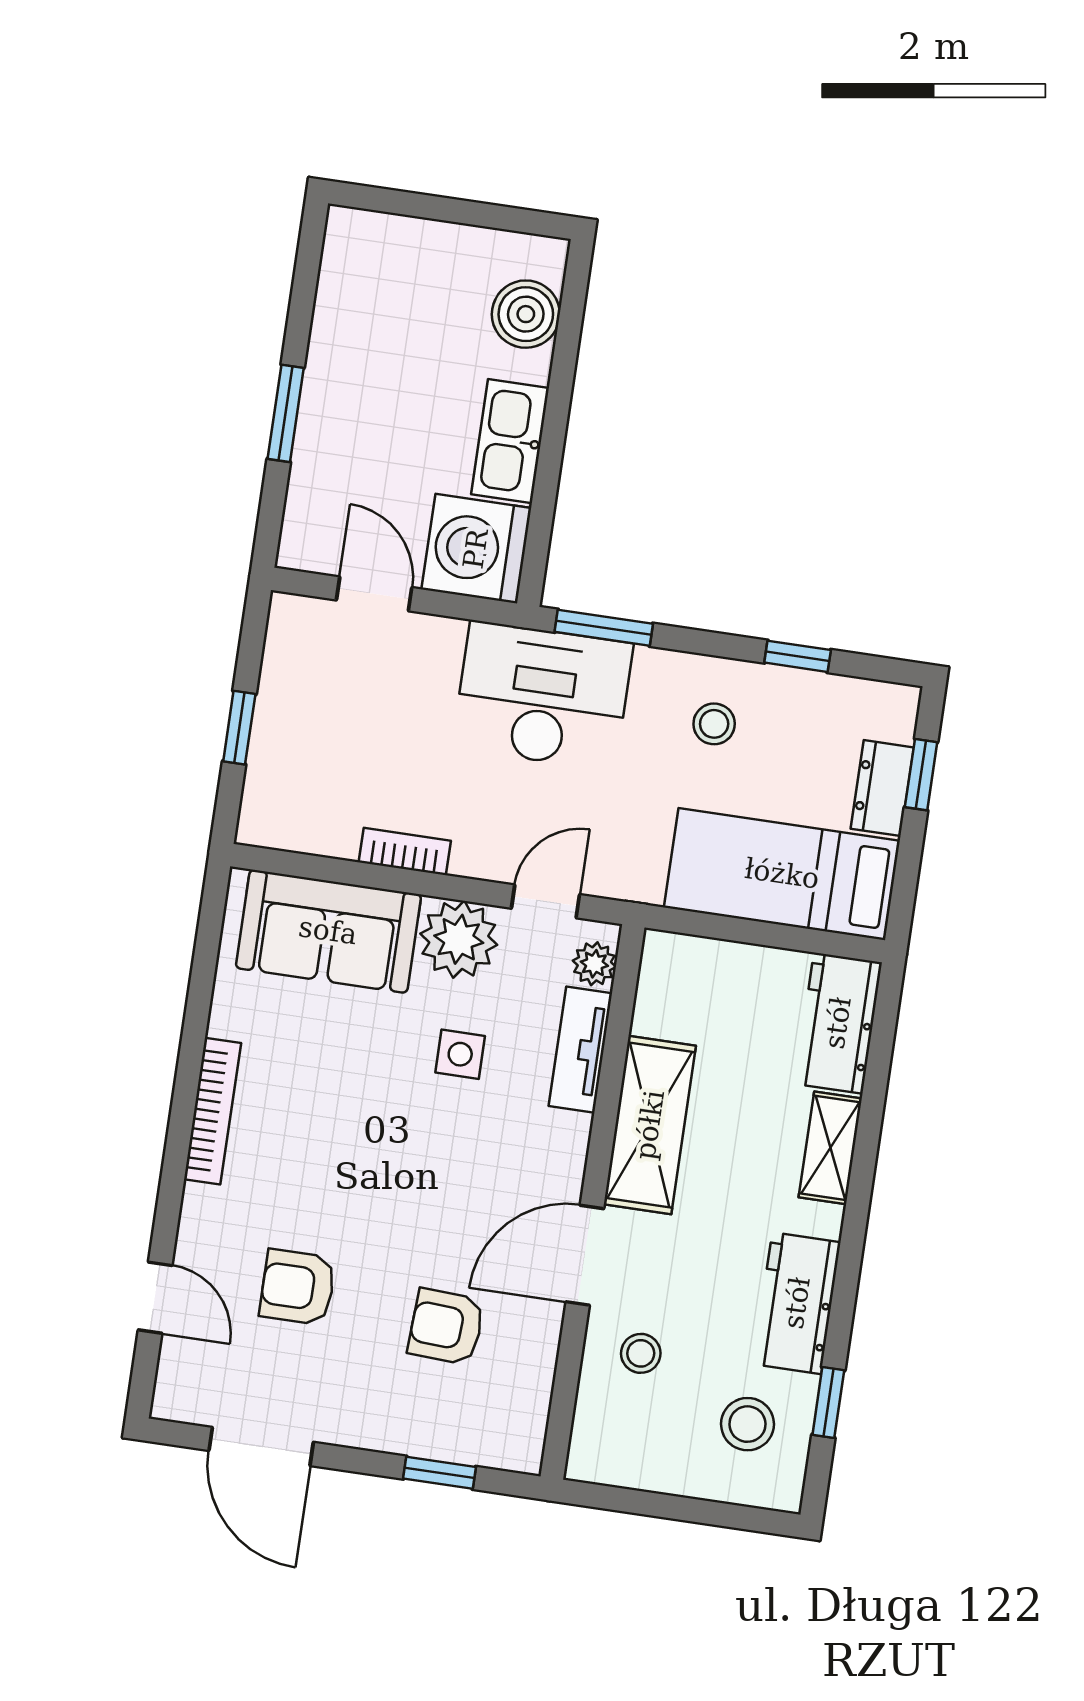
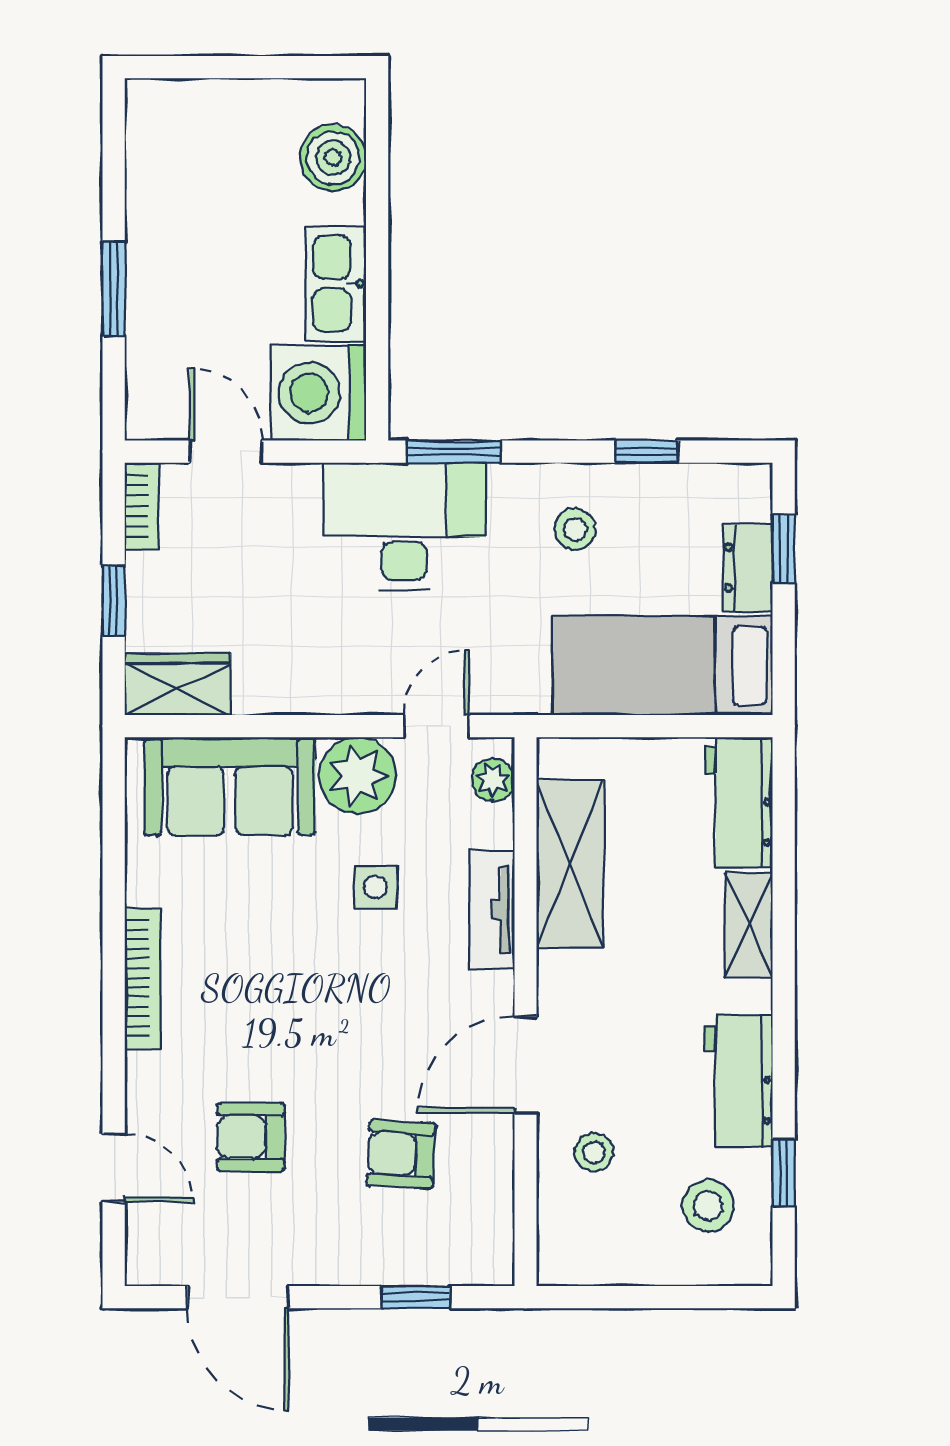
wardrobe: (291, 821) -> (178, 684), added
bookcase: (405, 852) -> (142, 506), moved, turned 90
tv unit: (580, 1050) -> (492, 910), moved
shelving: (650, 1125) -> (570, 864), moved

